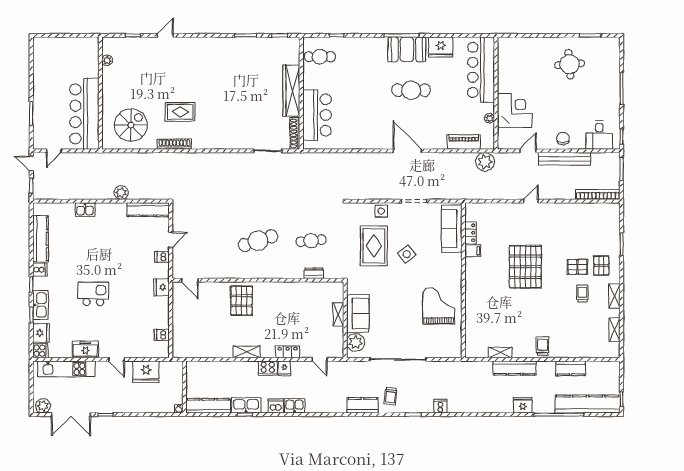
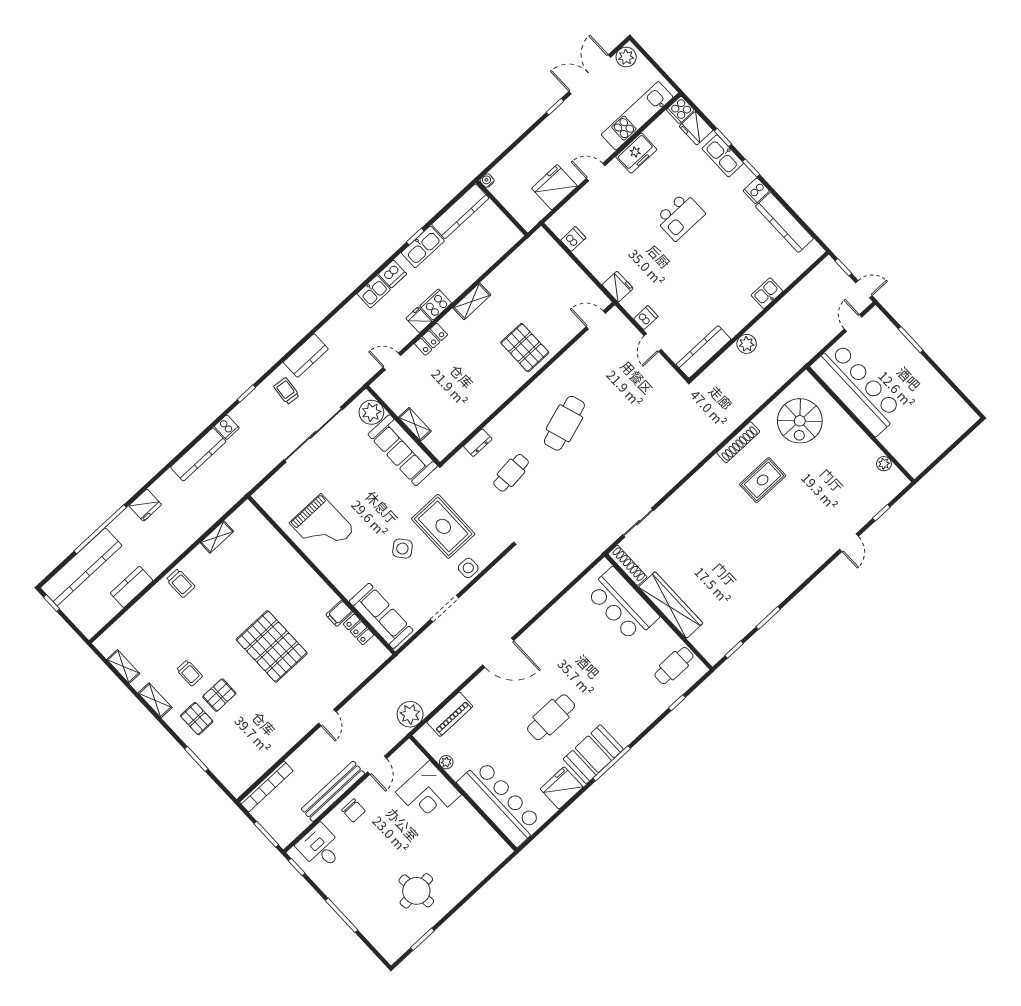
sofa: (358, 313) -> (403, 450), width x1.36
kitchen counter: (515, 368) -> (198, 454), moved, turned 180

